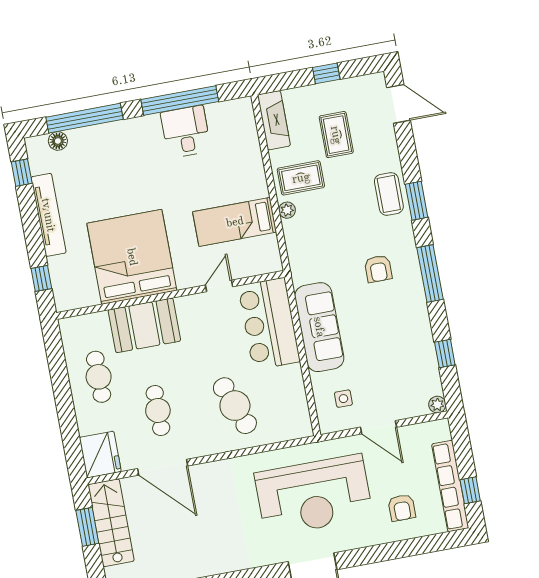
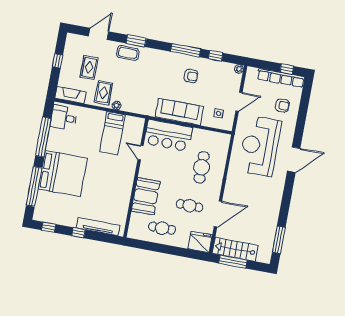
door: (399, 104) -> (99, 34), moved
desk: (186, 132) -> (64, 118), moved
rug: (336, 135) -> (89, 67), turned 90
floor lamp: (58, 141) -> (40, 204), removed
tv unit: (48, 215) -> (98, 227), moved
bed: (132, 257) -> (63, 174), moved, turned 180
armchair: (378, 269) -> (191, 76), moved
window: (430, 274) -> (186, 50), moved
window: (41, 278) -> (79, 233), moved
cafe table: (235, 406) -> (202, 167), turned -69
reception desk: (314, 495) -> (260, 146), turned 180
window: (87, 527) -> (233, 262), width x1.44

